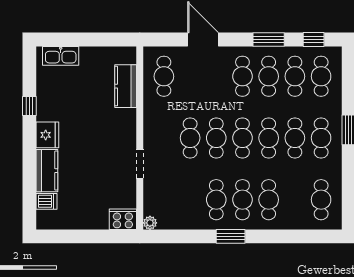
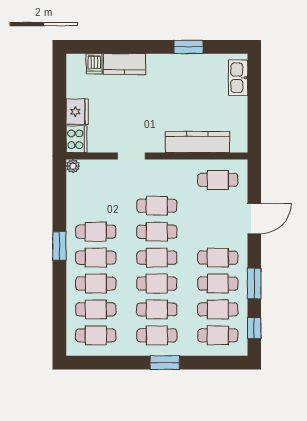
kitchen counter: (126, 86) -> (197, 142), width x1.50
window: (29, 106) -> (188, 47), width x1.50
fridge: (47, 135) -> (77, 112), moved, turned -90
cafe table: (295, 200) -> (96, 309), added

